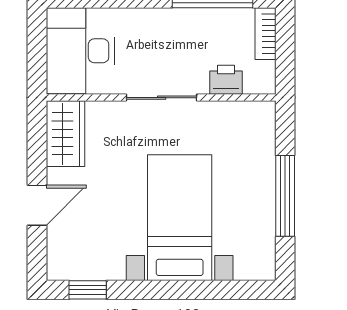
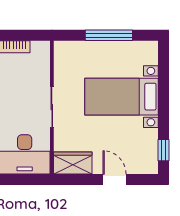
printer: (226, 80) -> (41, 70), removed

